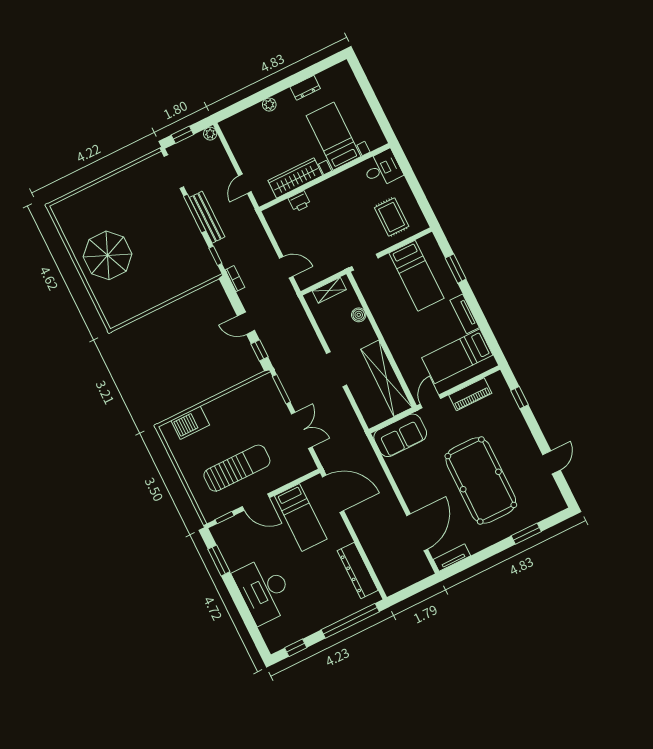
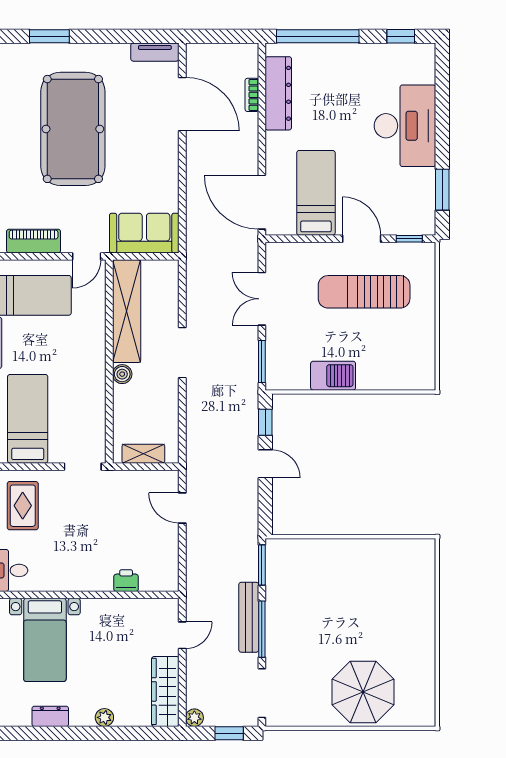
wardrobe: (295, 178) -> (165, 691), moved, turned 90
parasol: (108, 255) -> (363, 692), moved
window: (215, 256) -> (262, 565), width x1.50
bookcase: (235, 279) -> (252, 95), moved
boiler: (359, 315) -> (122, 374), moved
barbecue: (190, 423) -> (333, 376), moved
door: (417, 532) -> (182, 104), swing flipped

